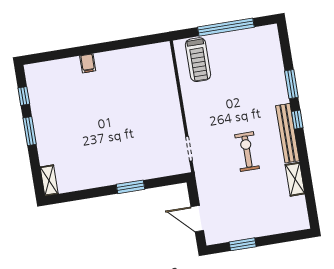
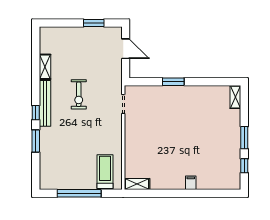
shelving: (155, 51) -> (137, 184), added

